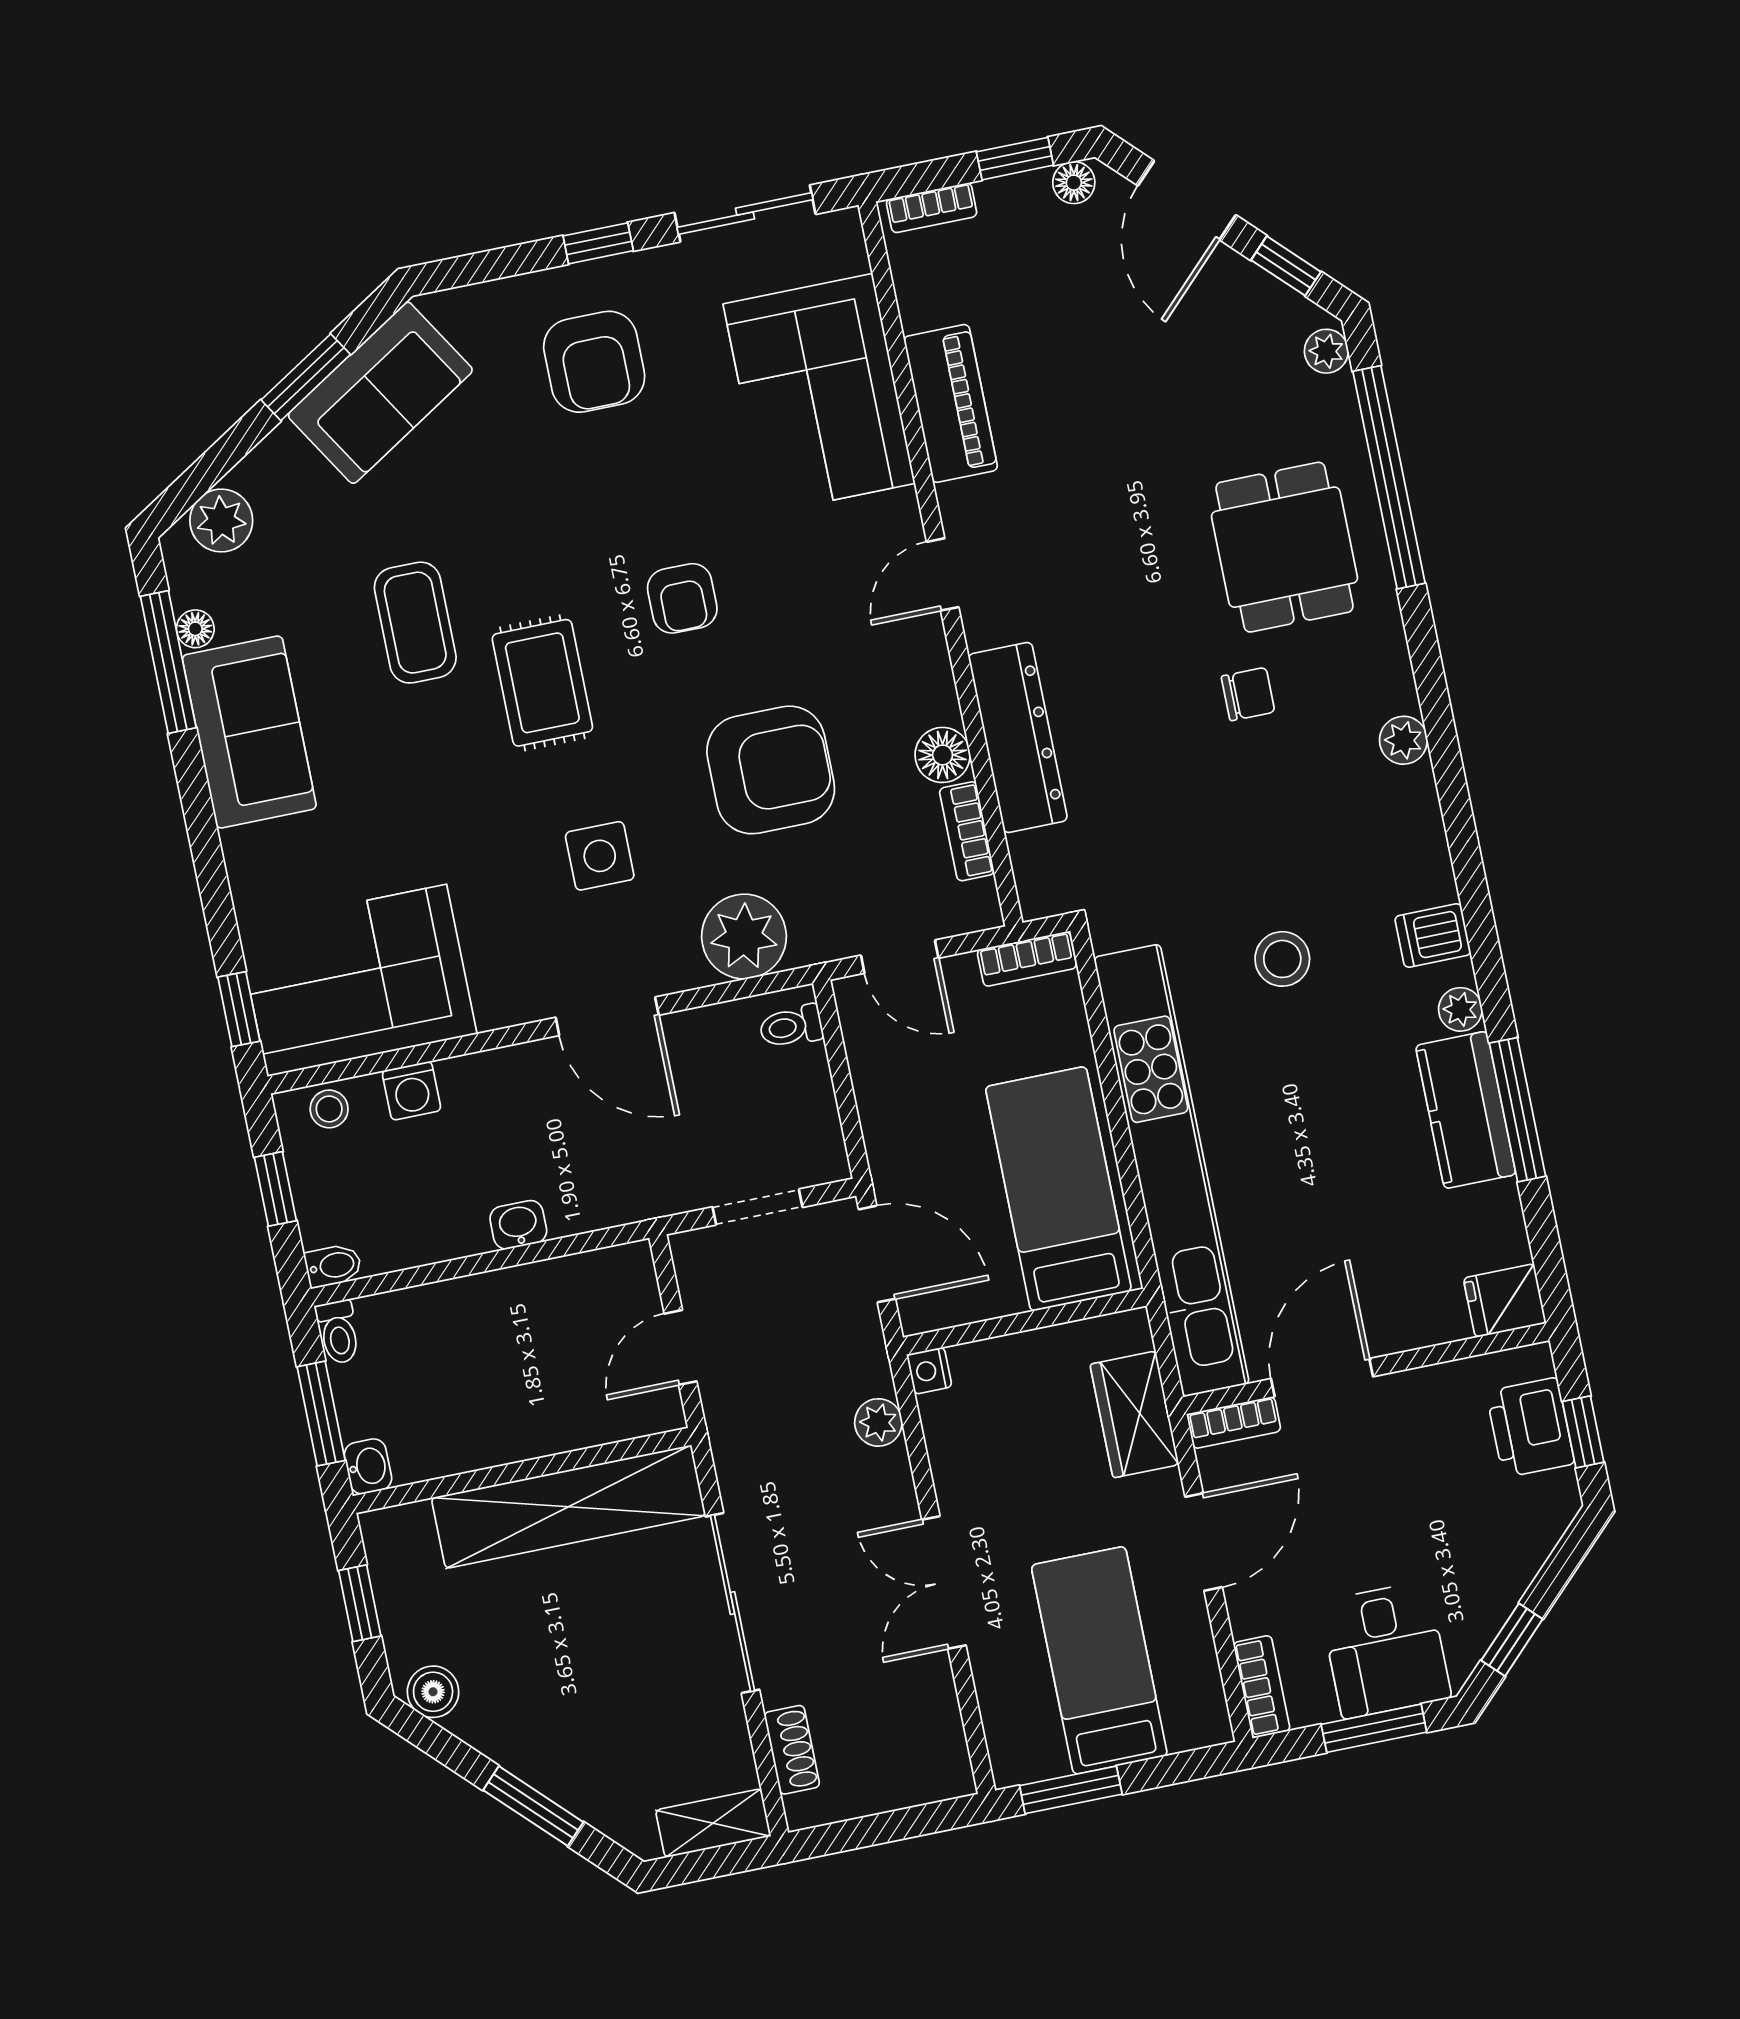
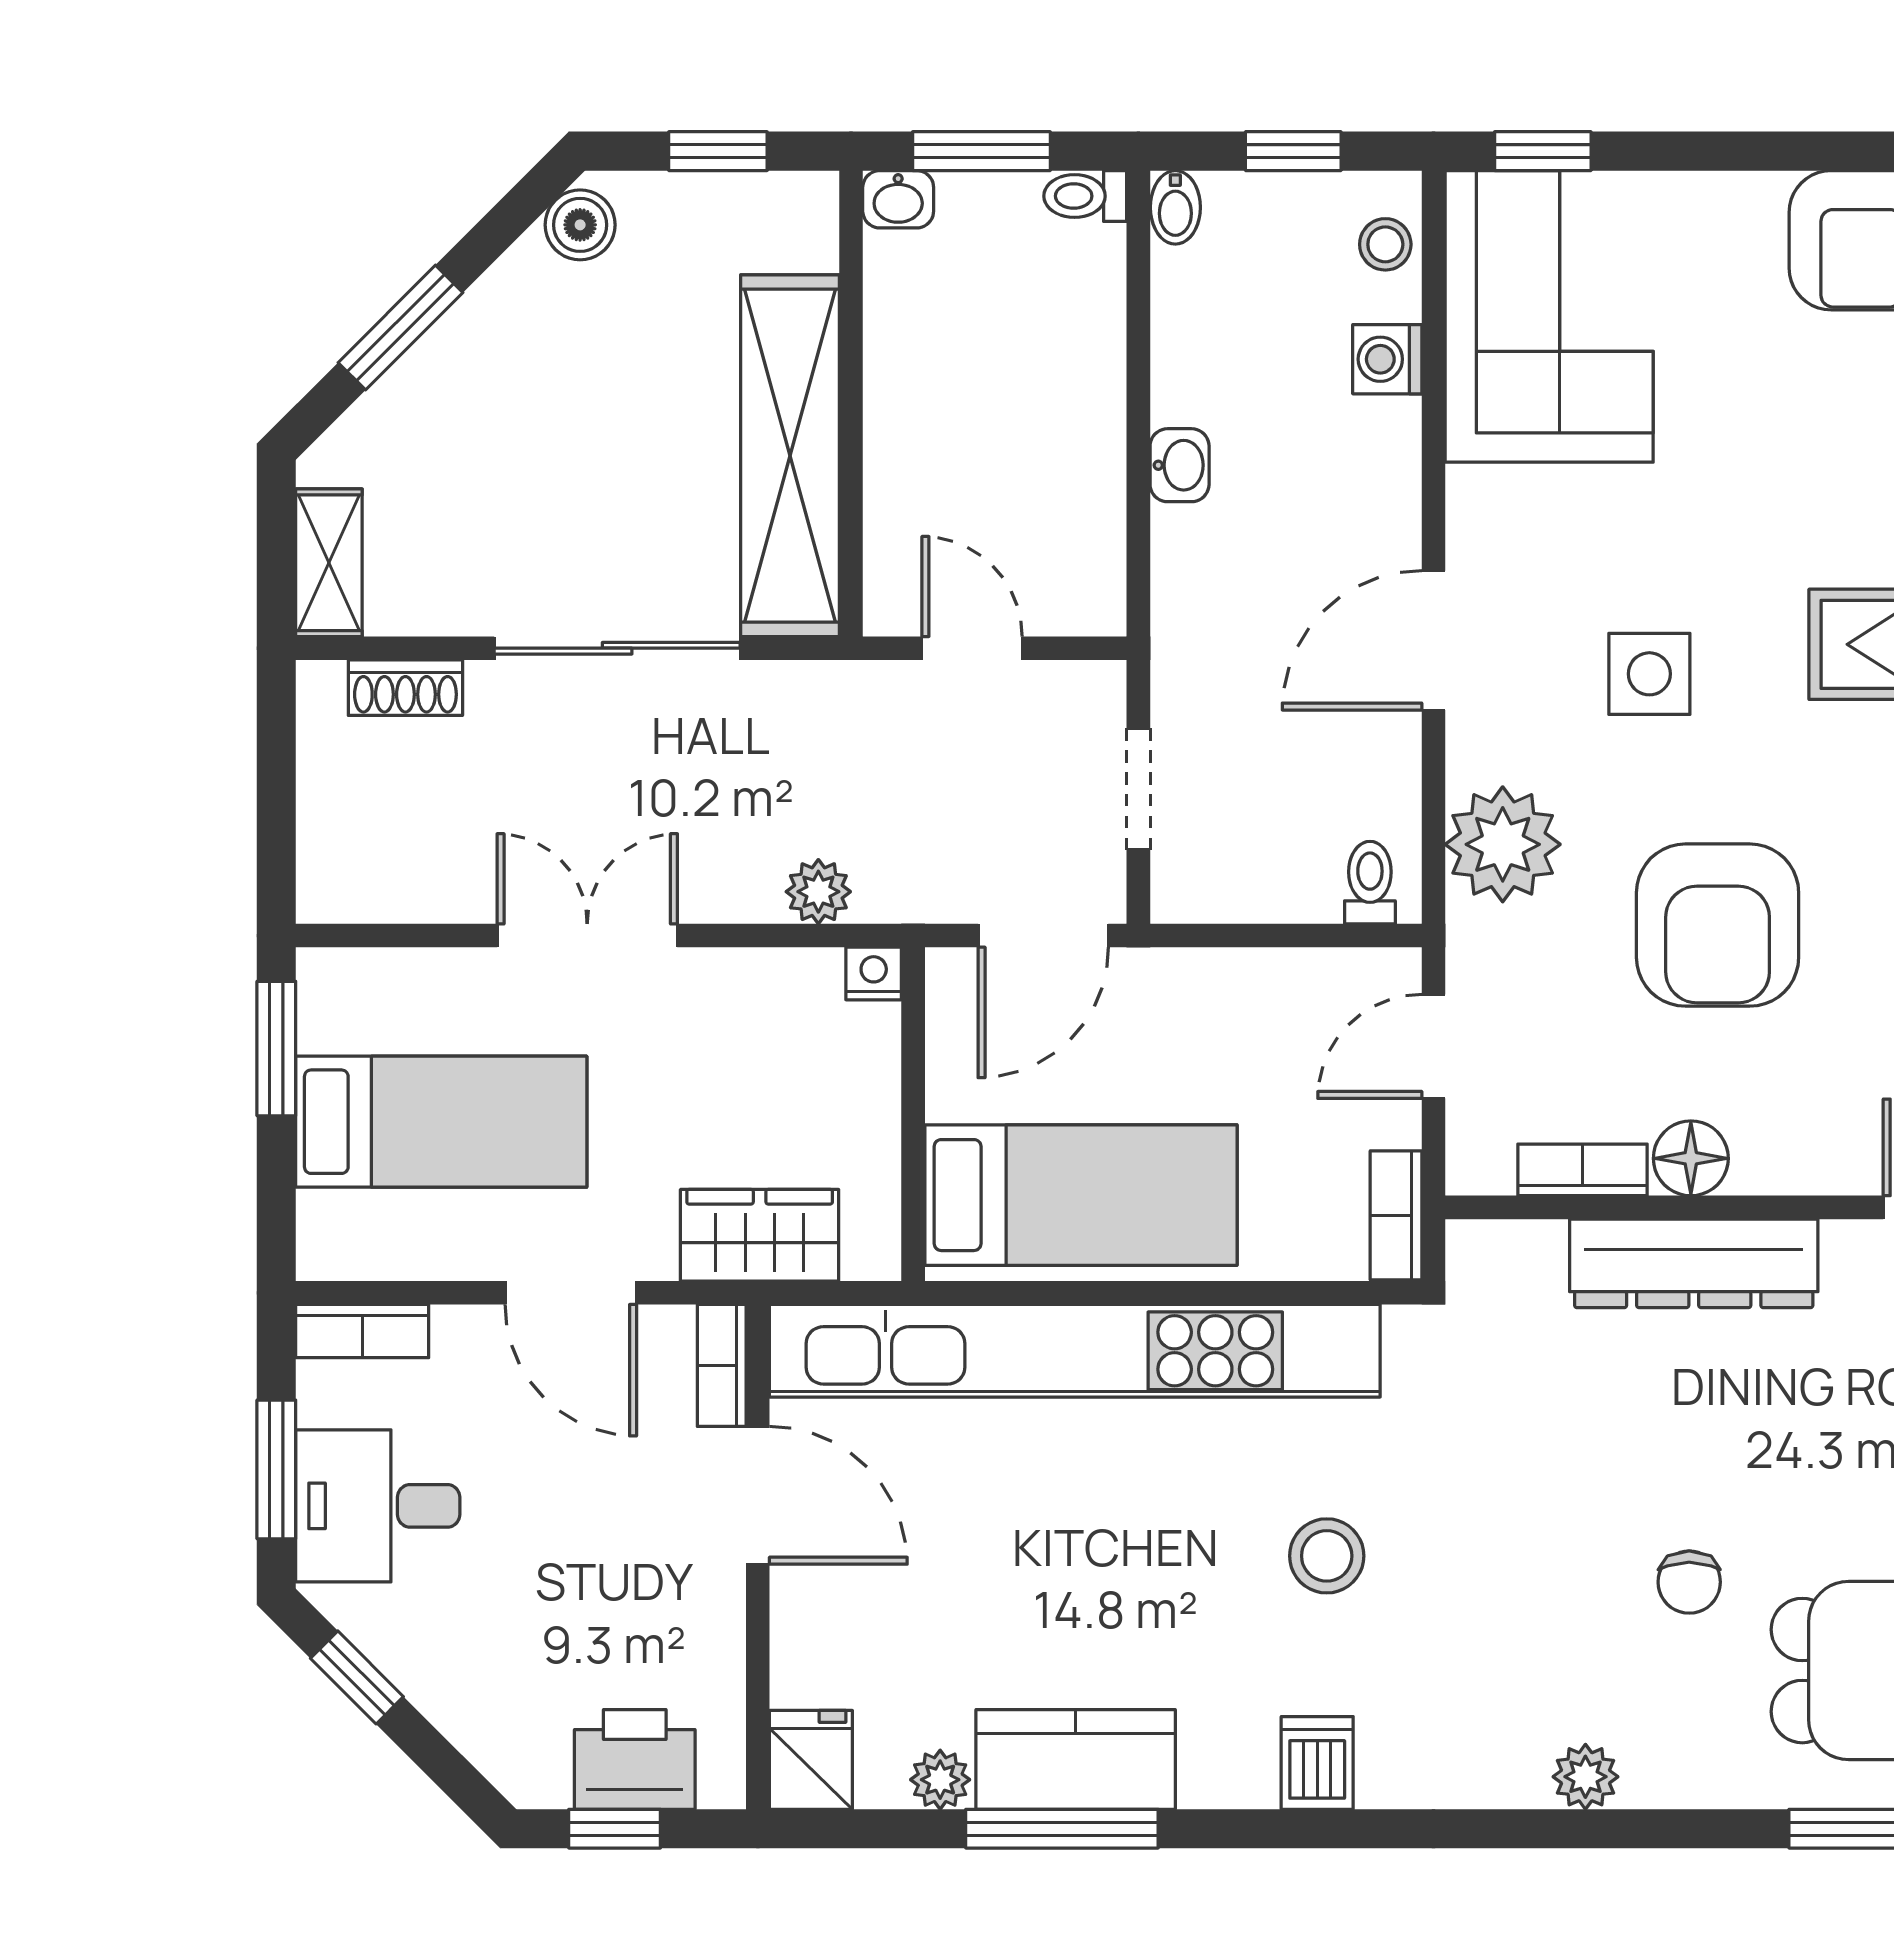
plant: (1460, 1009) -> (940, 1780), moved

